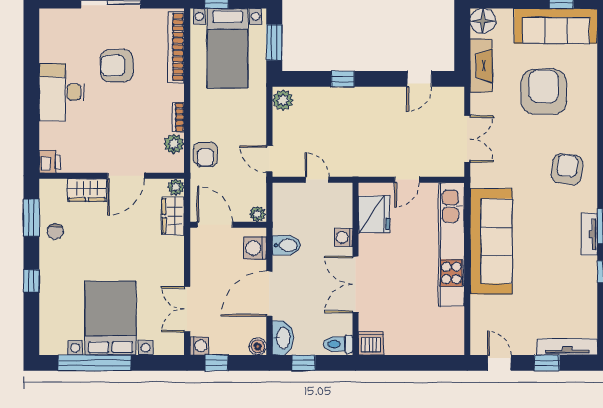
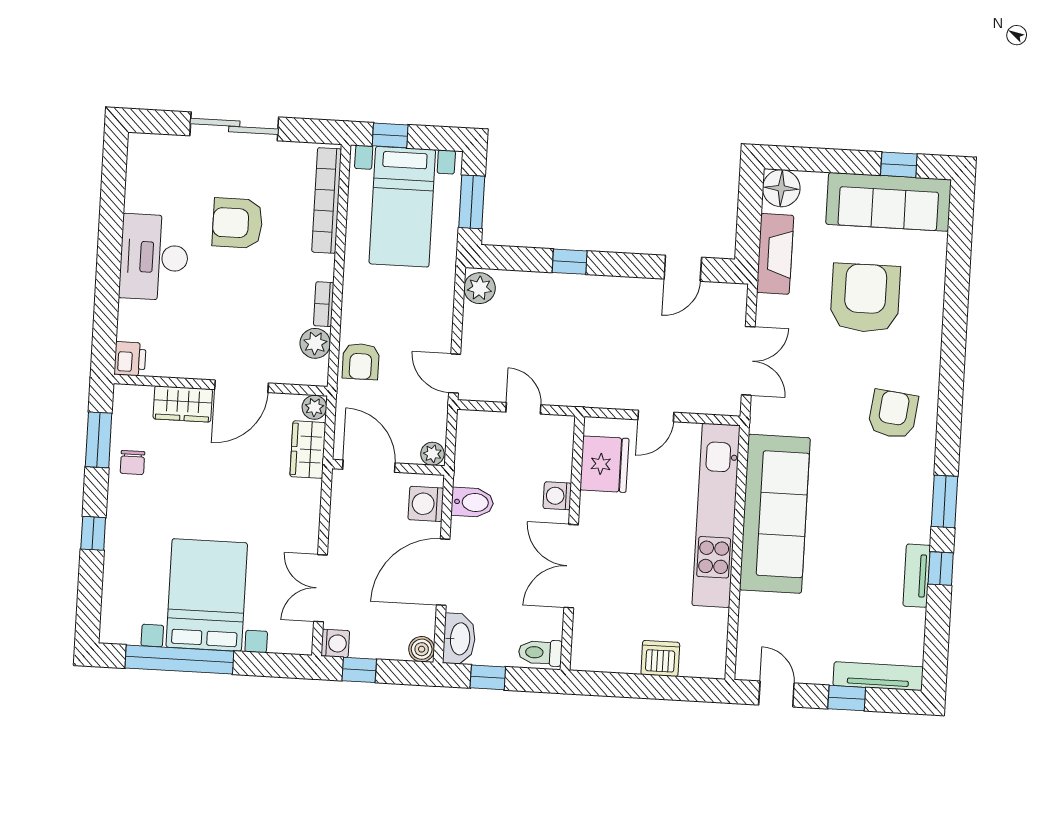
tv unit: (589, 234) -> (917, 576), moved
dishwasher: (371, 343) -> (660, 658), moved

